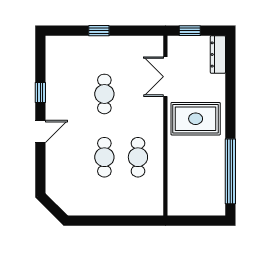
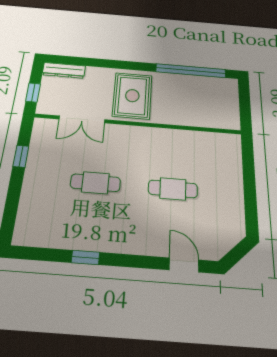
window: (99, 31) -> (21, 156), moved
door: (40, 132) -> (184, 265), moved
cafe table: (138, 157) -> (174, 154), removed

